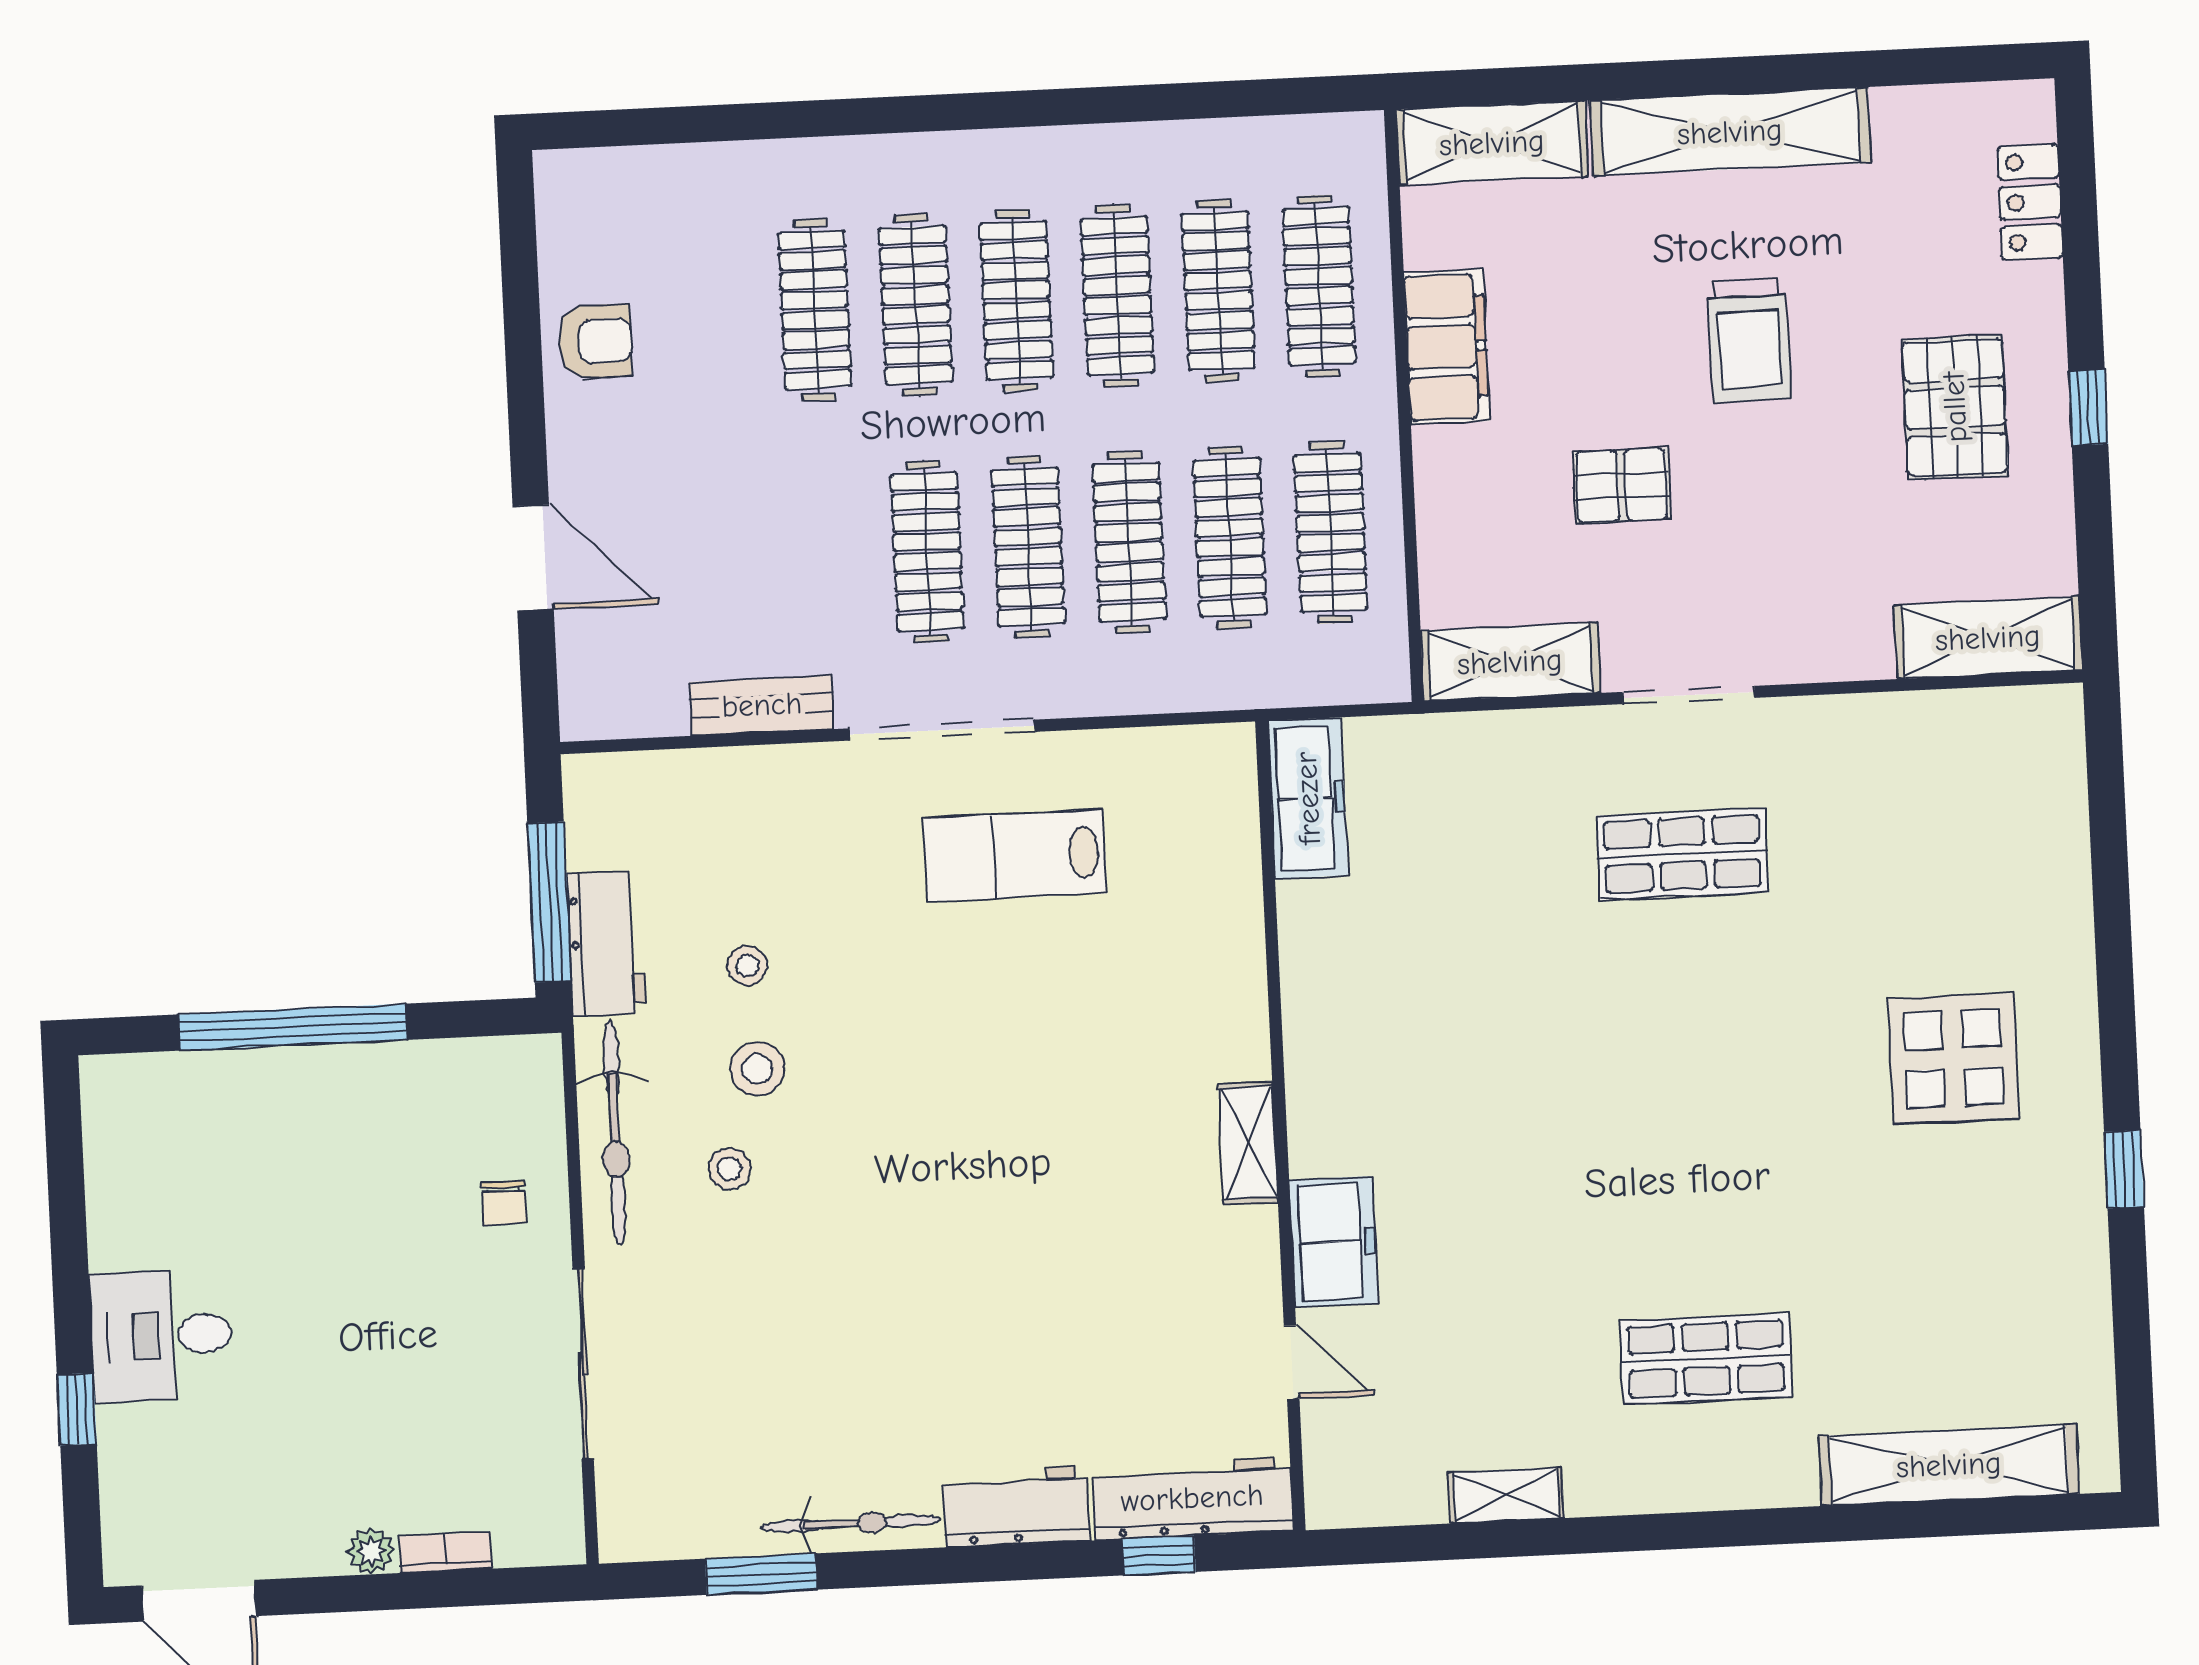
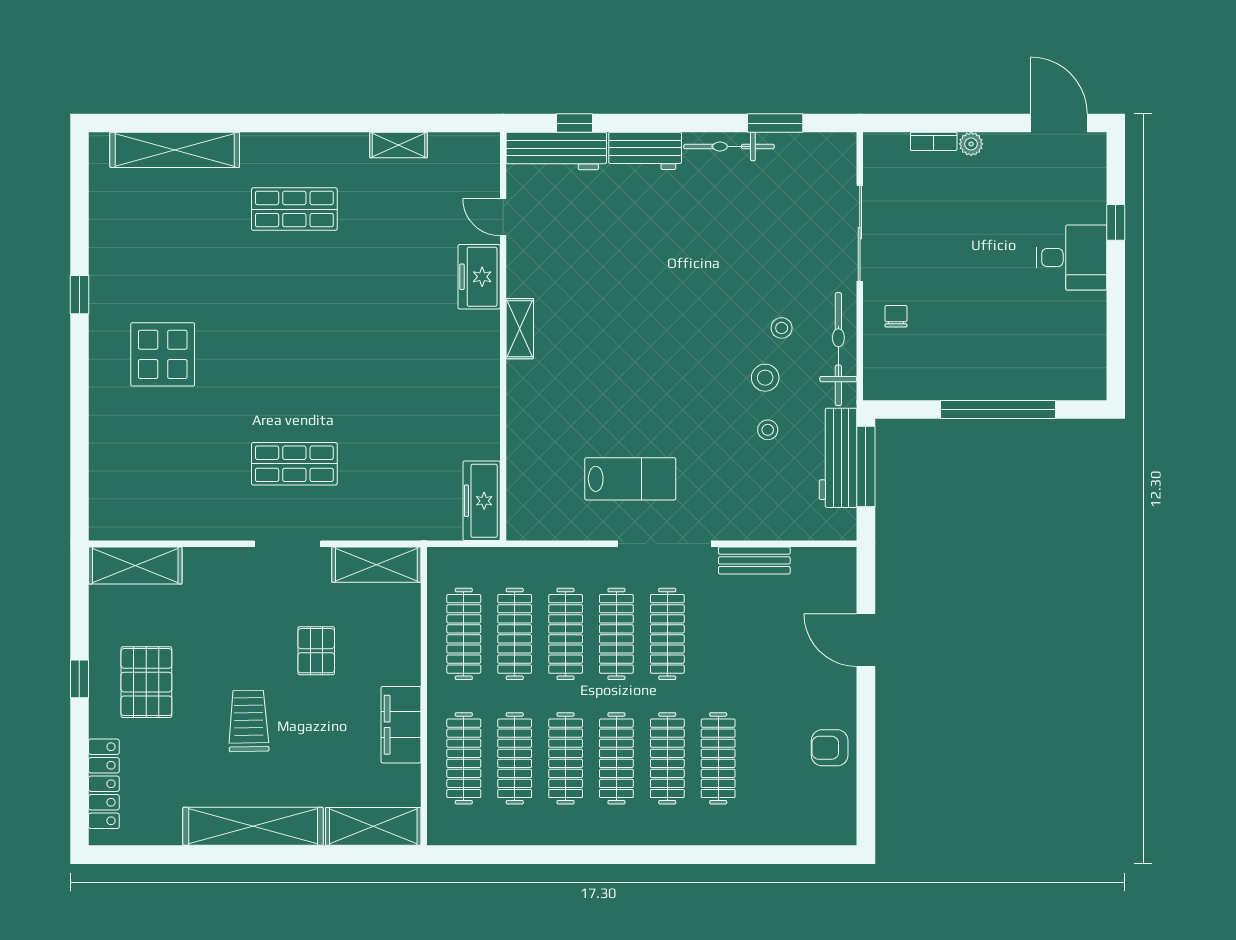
locker: (2030, 202) -> (104, 784), width x1.53
pallet: (1622, 485) -> (316, 651), turned 90
workbench: (607, 943) -> (838, 458), width x1.37

